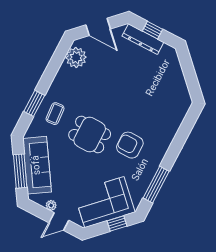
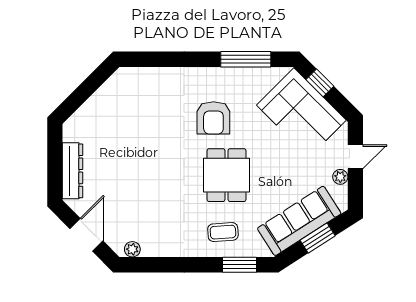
window: (153, 30) -> (55, 165), removed
plant: (76, 57) -> (132, 249), width x0.53, depth x0.53
window: (34, 103) -> (239, 265), moved
window: (20, 171) -> (318, 238), width x0.69
door: (59, 222) -> (355, 157), hinge flipped

